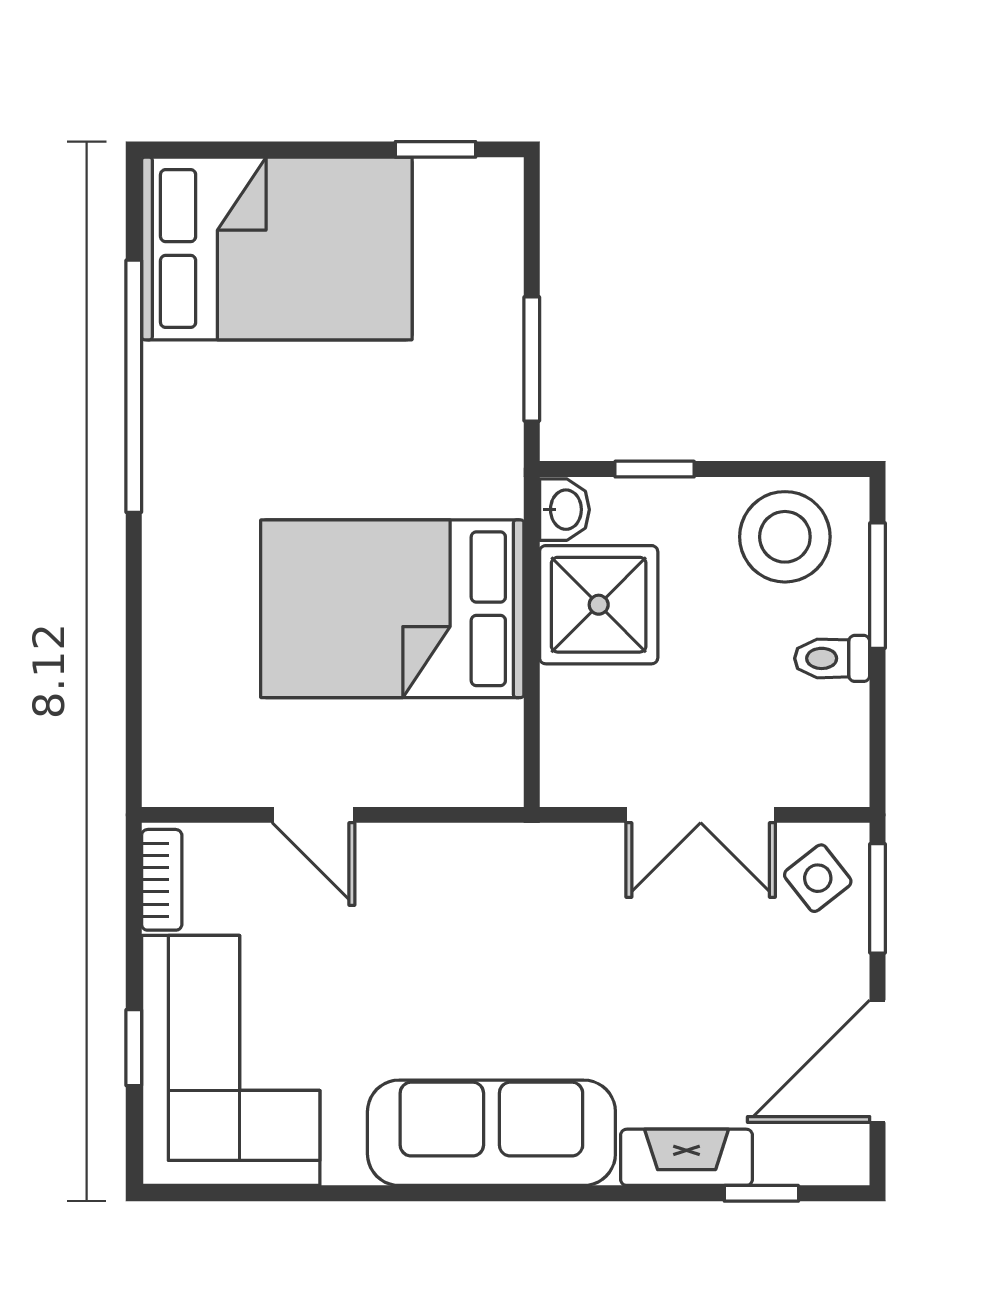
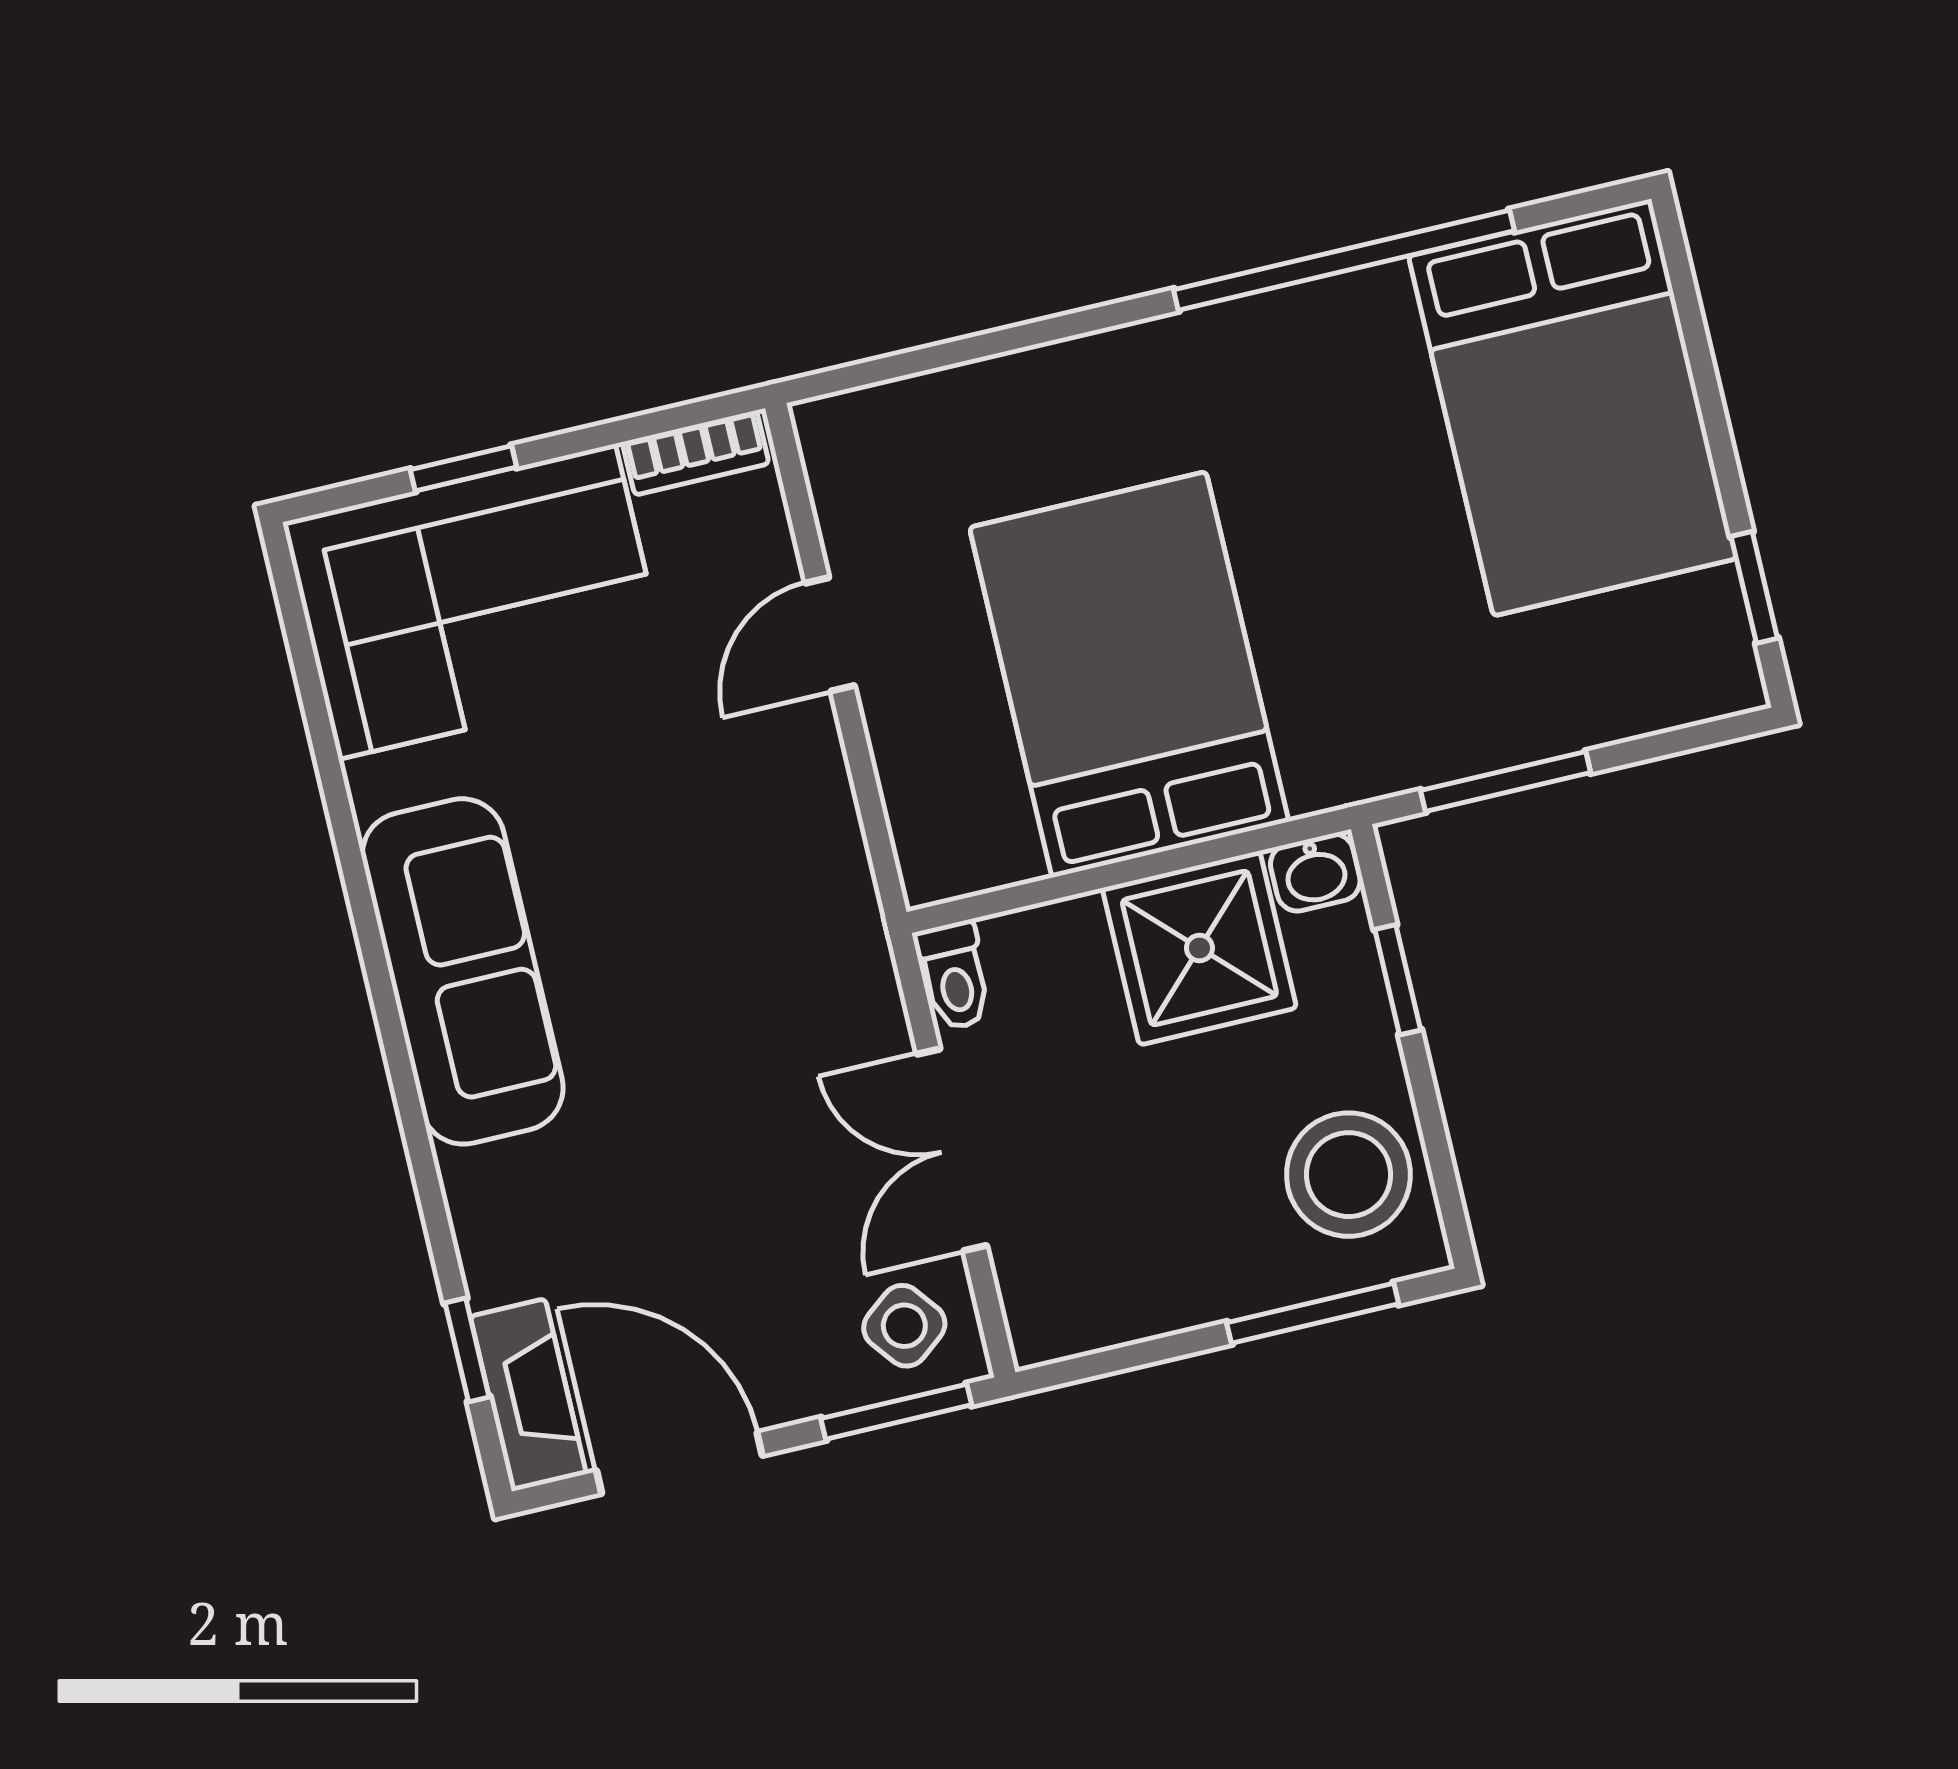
toilet: (832, 658) -> (954, 976), moved, turned 180
fireplace: (687, 1157) -> (528, 1395), moved

